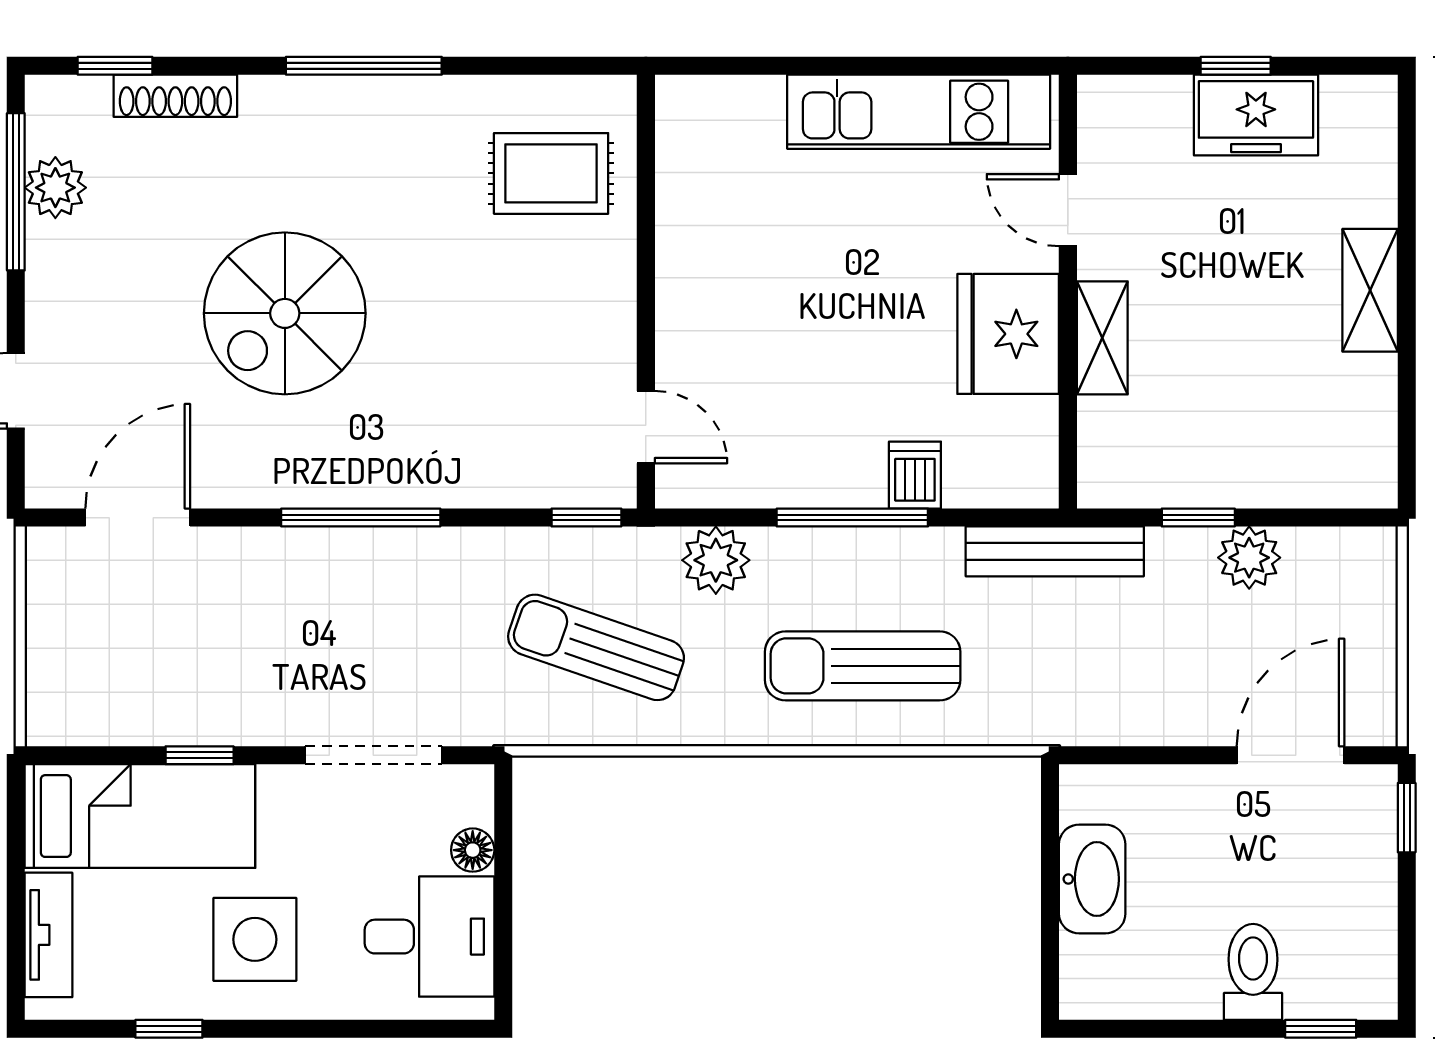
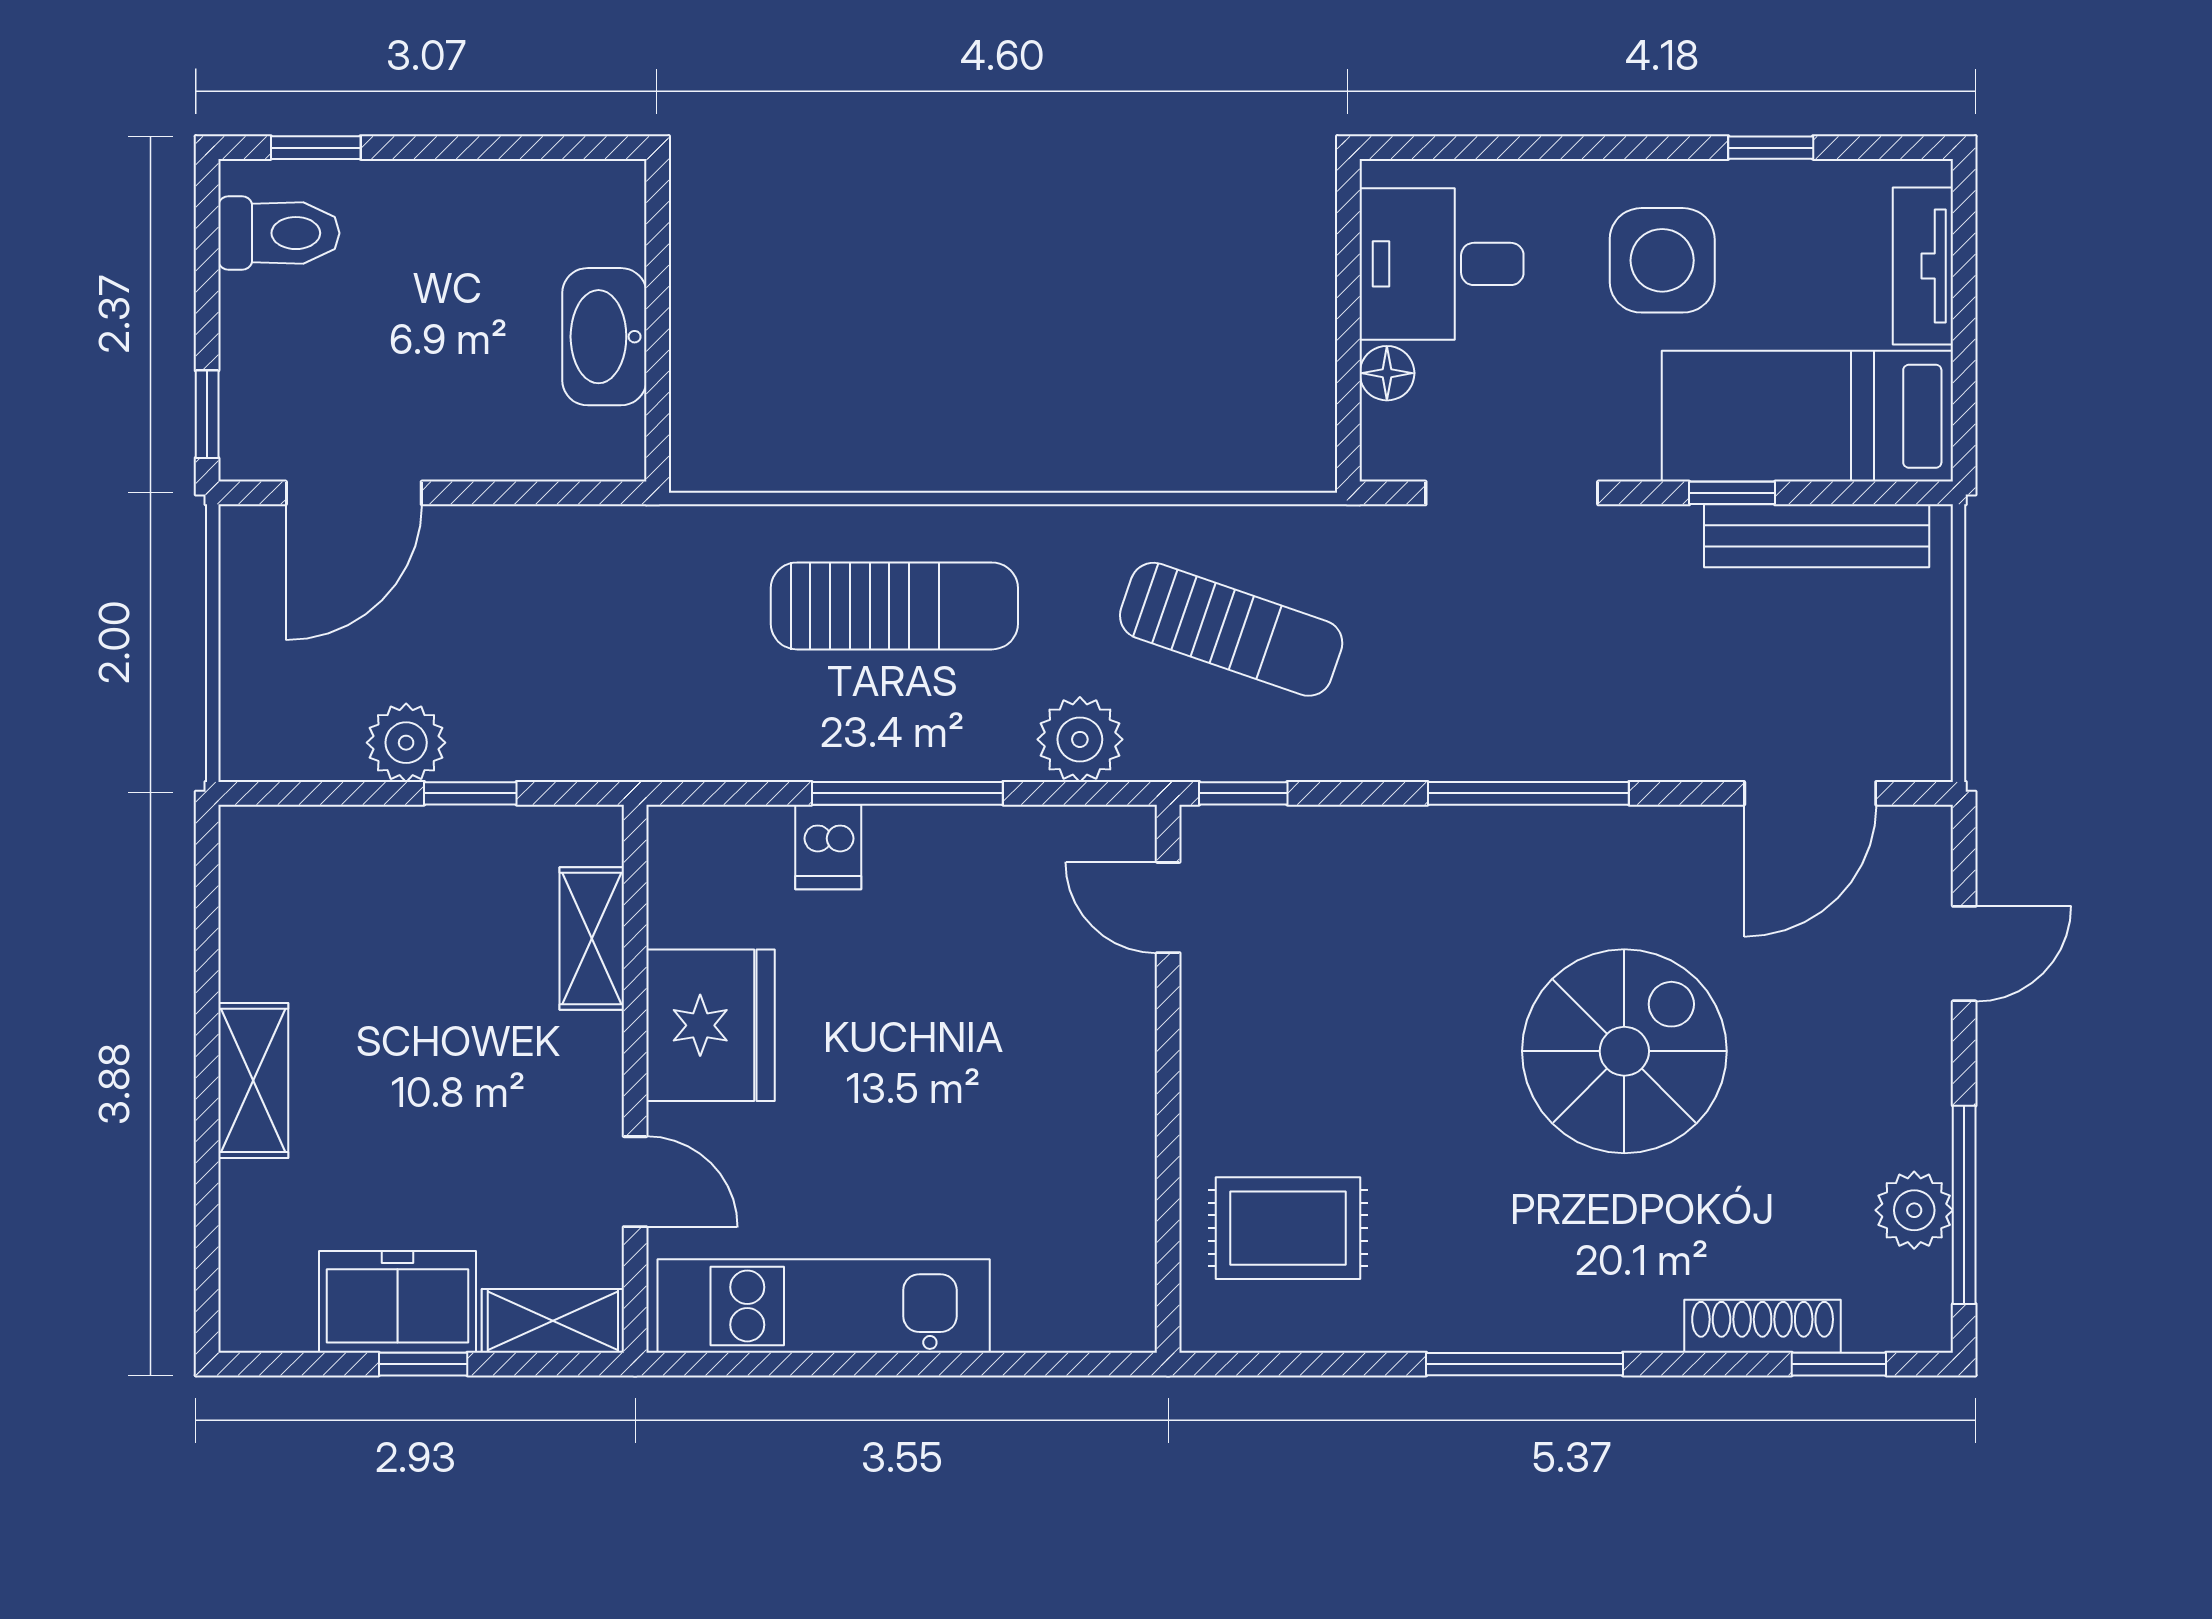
shelving: (1133, 100) -> (553, 1321), added
shelving: (1102, 338) -> (592, 939), moved
bench: (1055, 551) -> (1817, 536), moved
toilet: (1253, 972) -> (279, 233), moved, turned -90

